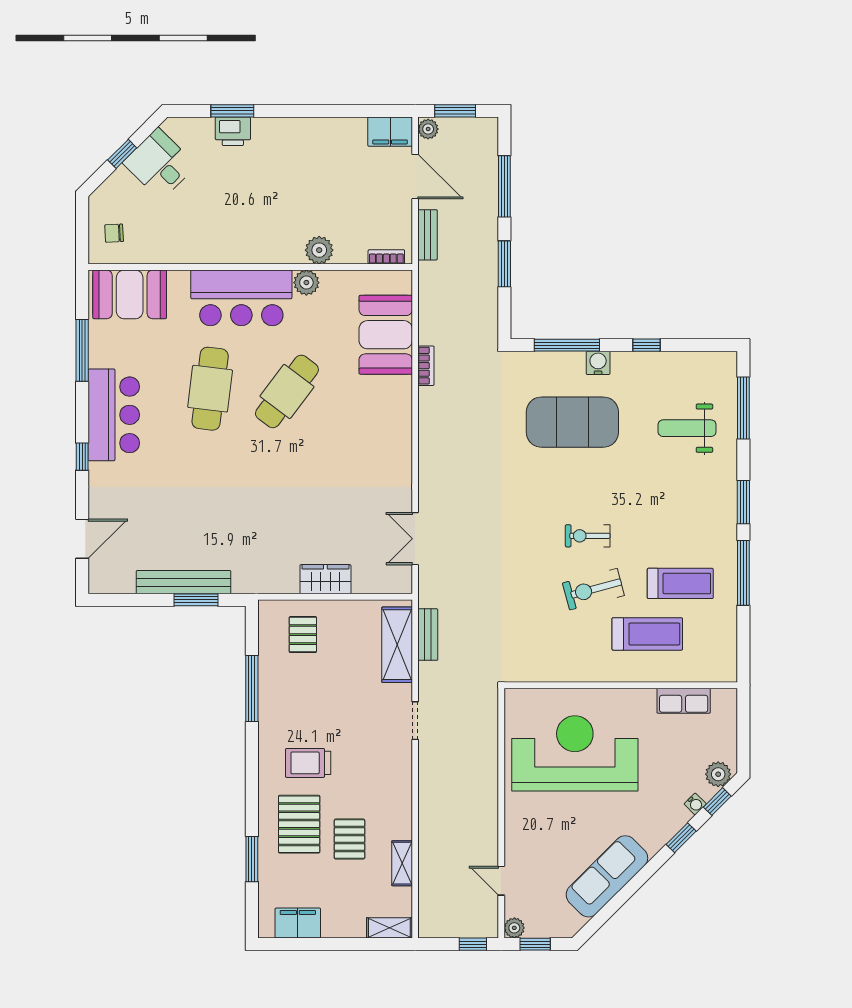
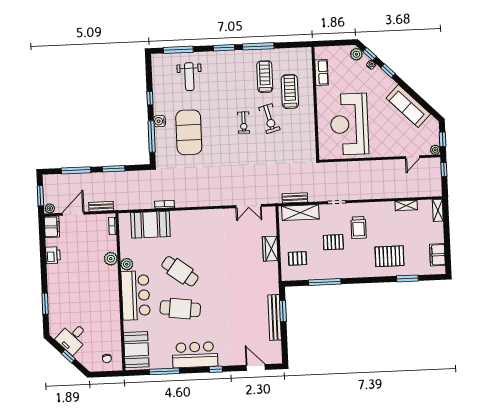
printer: (233, 131) -> (53, 255), moved
trolley: (308, 763) -> (359, 228), moved
pallet: (350, 839) -> (333, 242), moved

